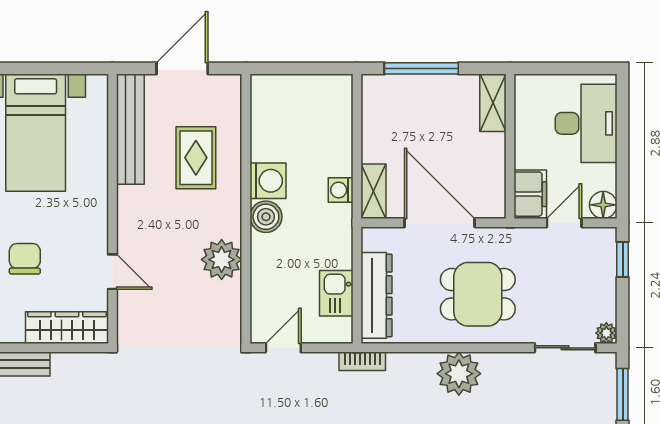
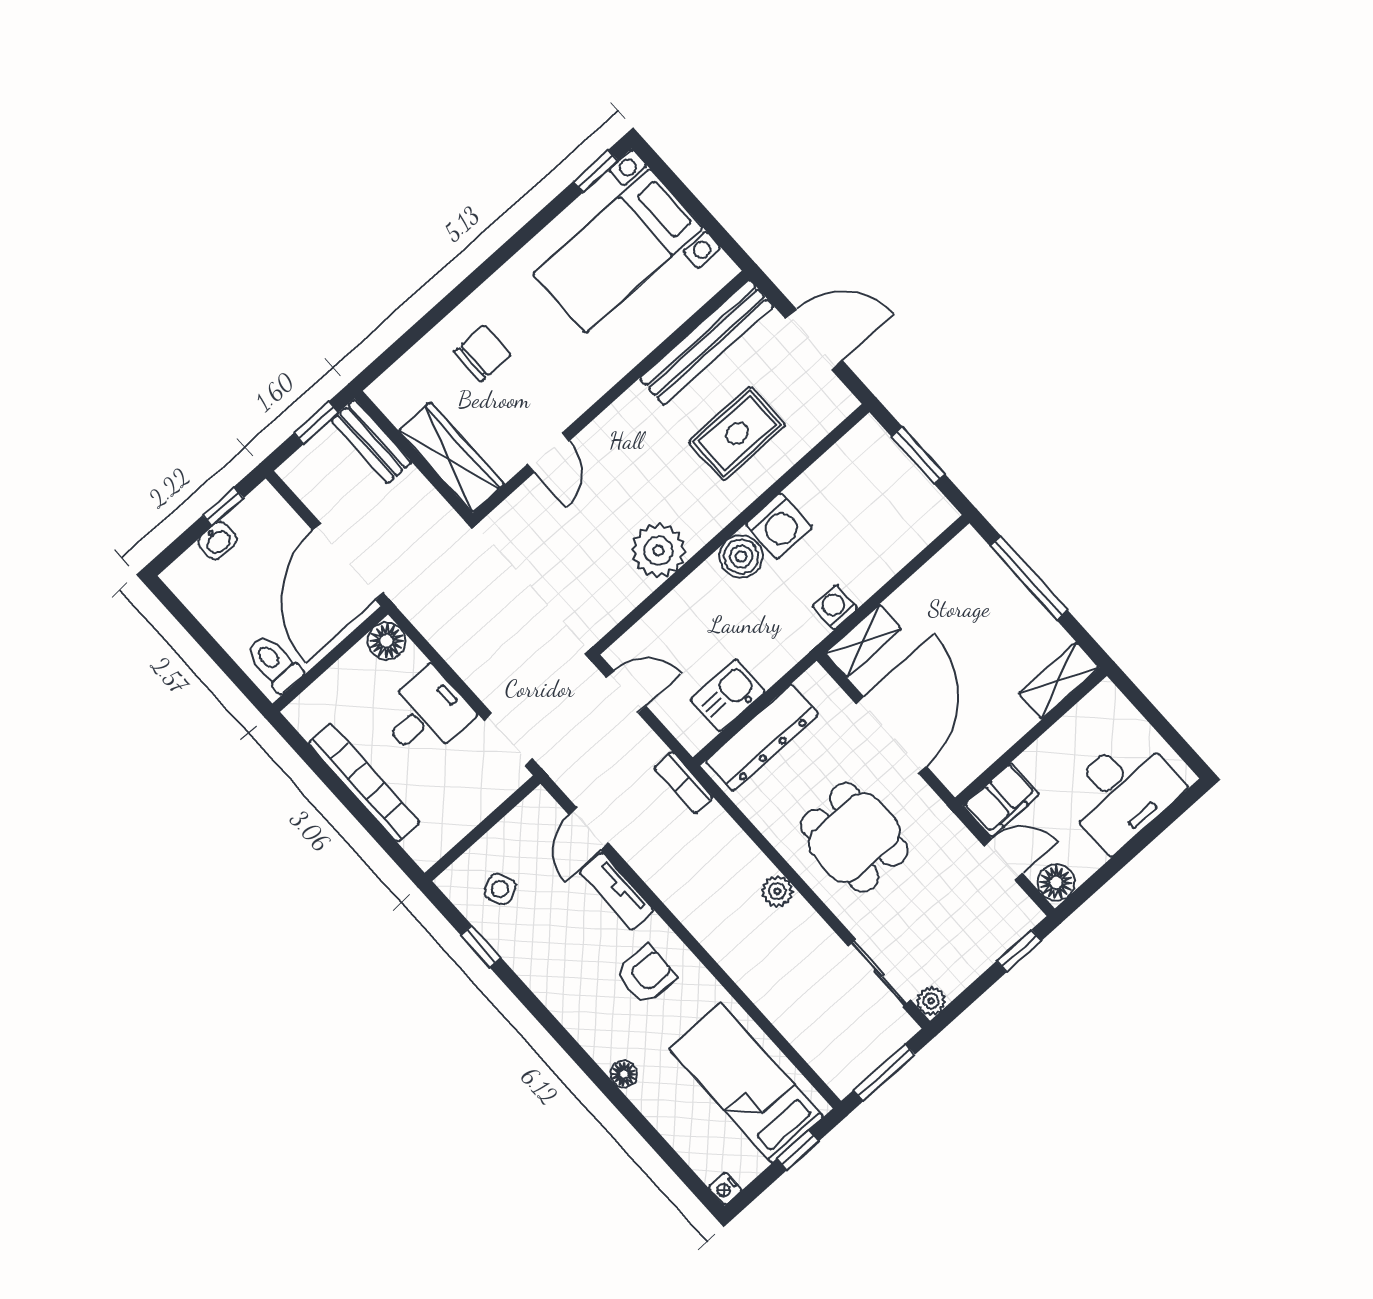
window: (298, 68) -> (918, 455), added
plant: (459, 374) -> (777, 891), width x0.53, depth x0.53

